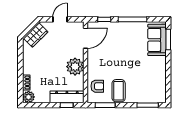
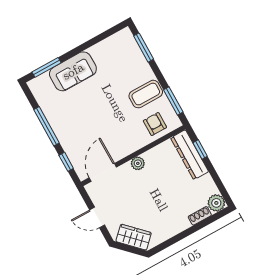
door: (85, 38) -> (103, 172), hinge flipped
sofa: (157, 40) -> (73, 71), moved
plant: (75, 67) -> (138, 163), width x0.53, depth x0.53

